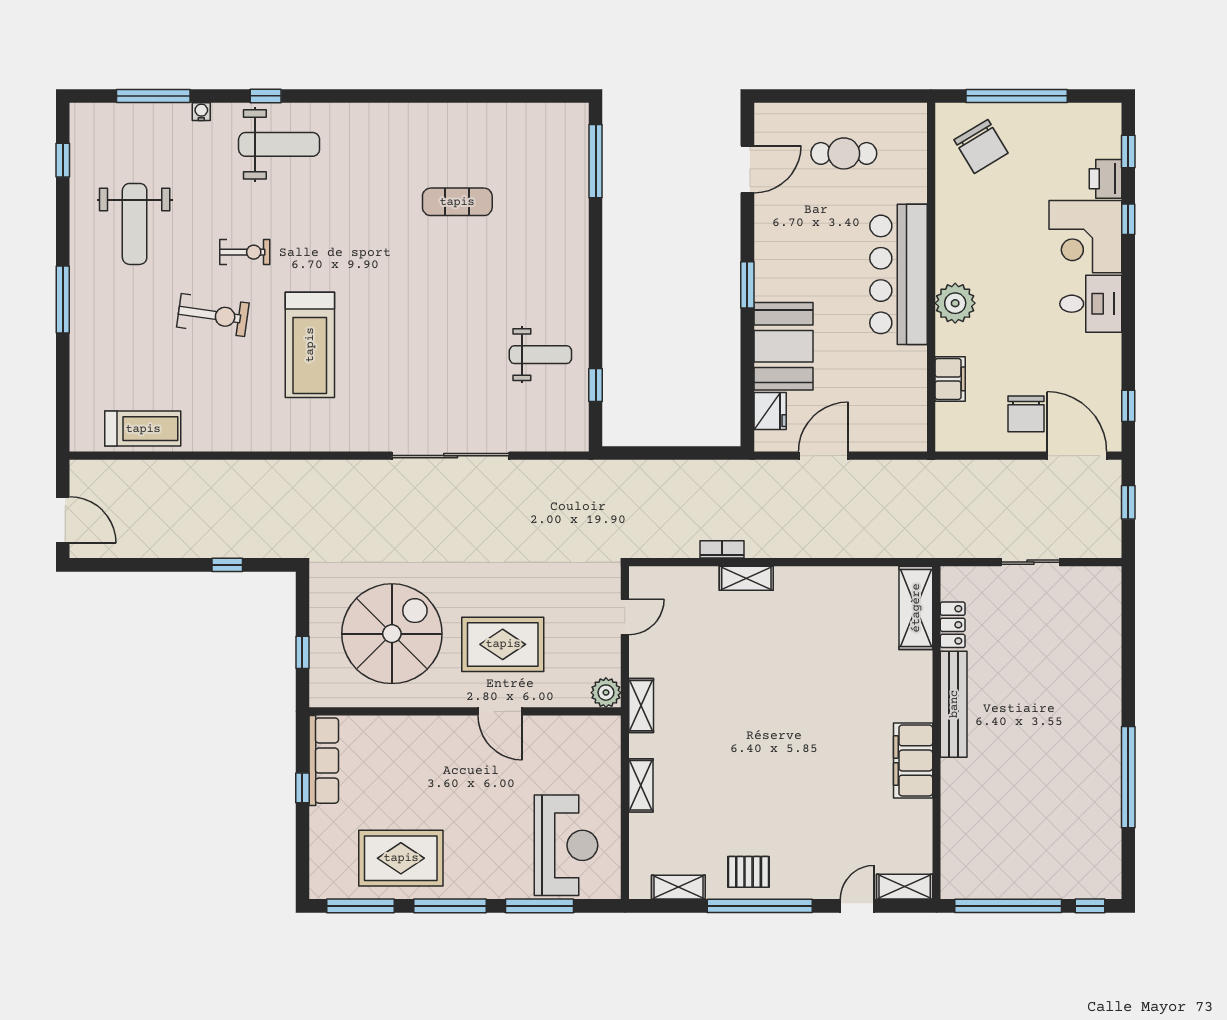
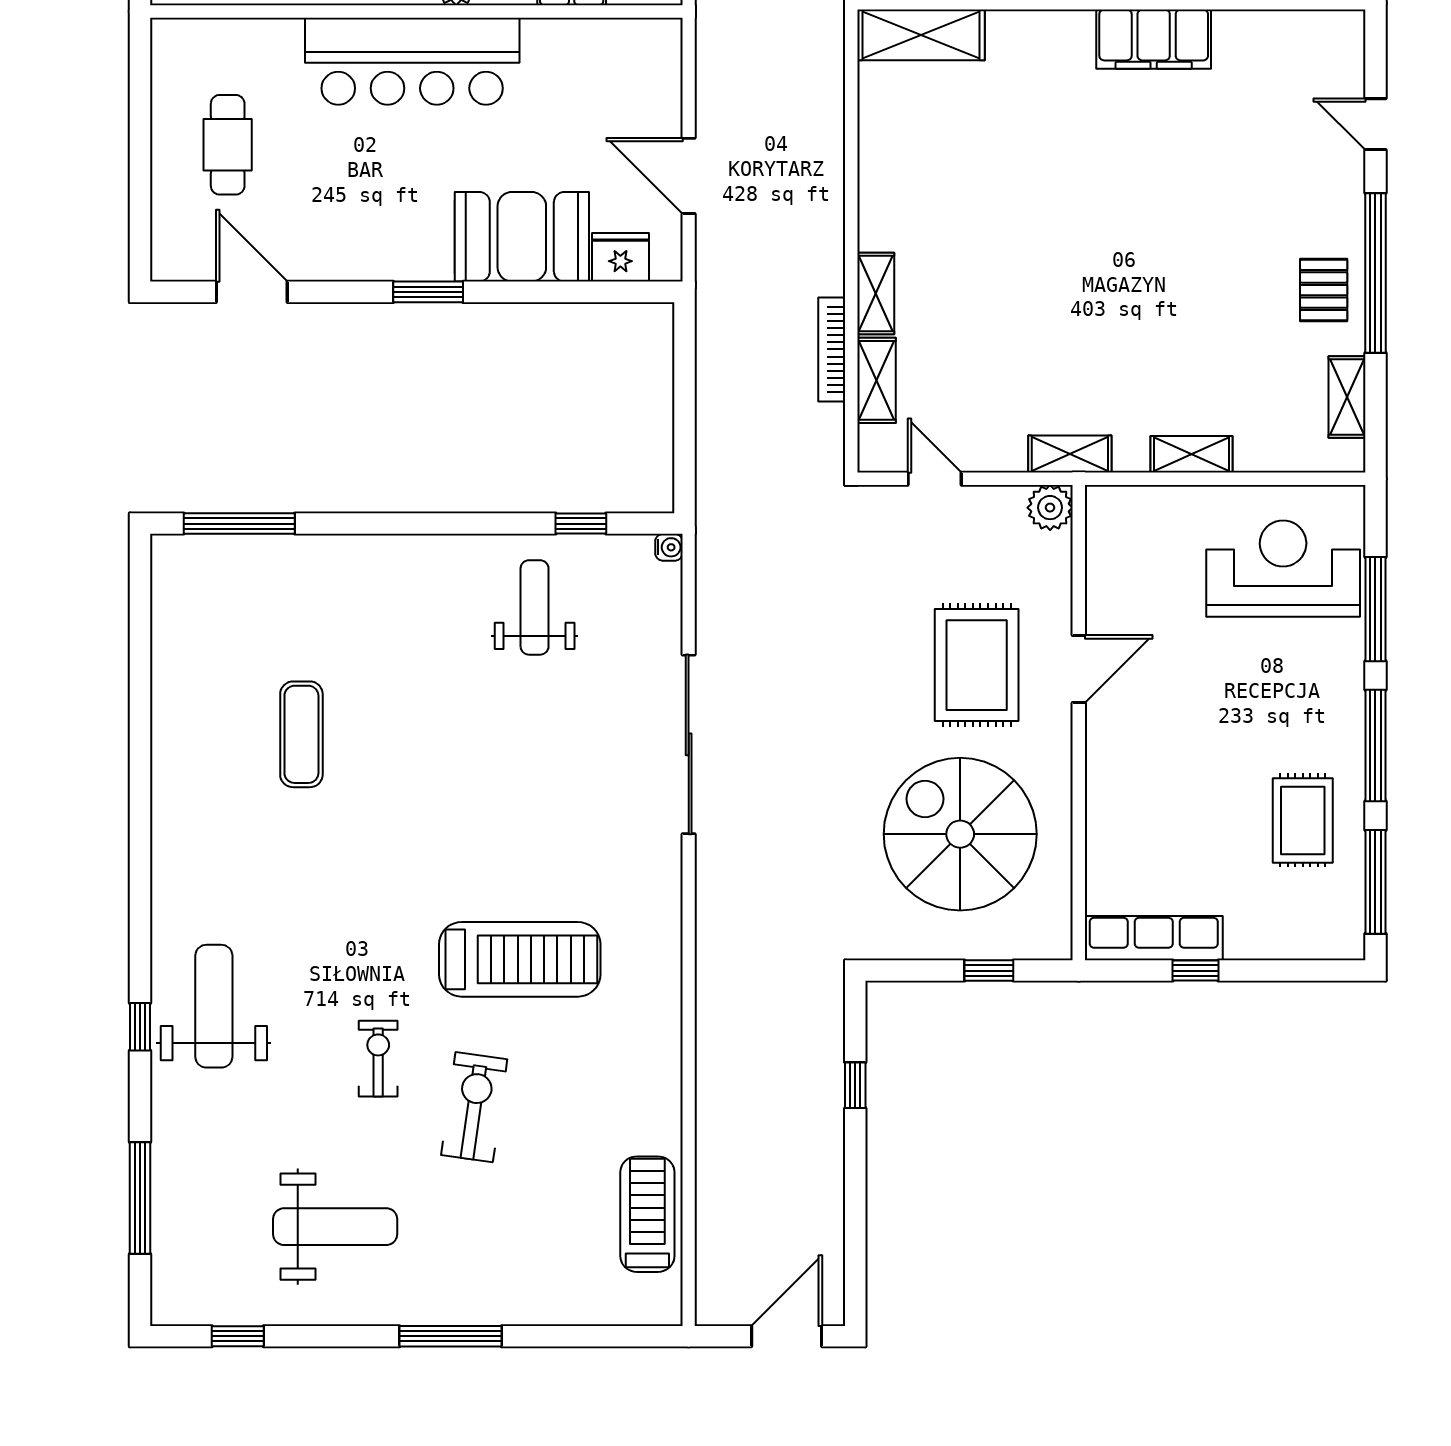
water cooler: (201, 112) -> (669, 547), moved, turned 180
bookcase: (722, 549) -> (832, 349), width x1.56
rug: (401, 858) -> (1303, 820), width x0.73, depth x0.70
shelving: (905, 887) -> (877, 380), moved

